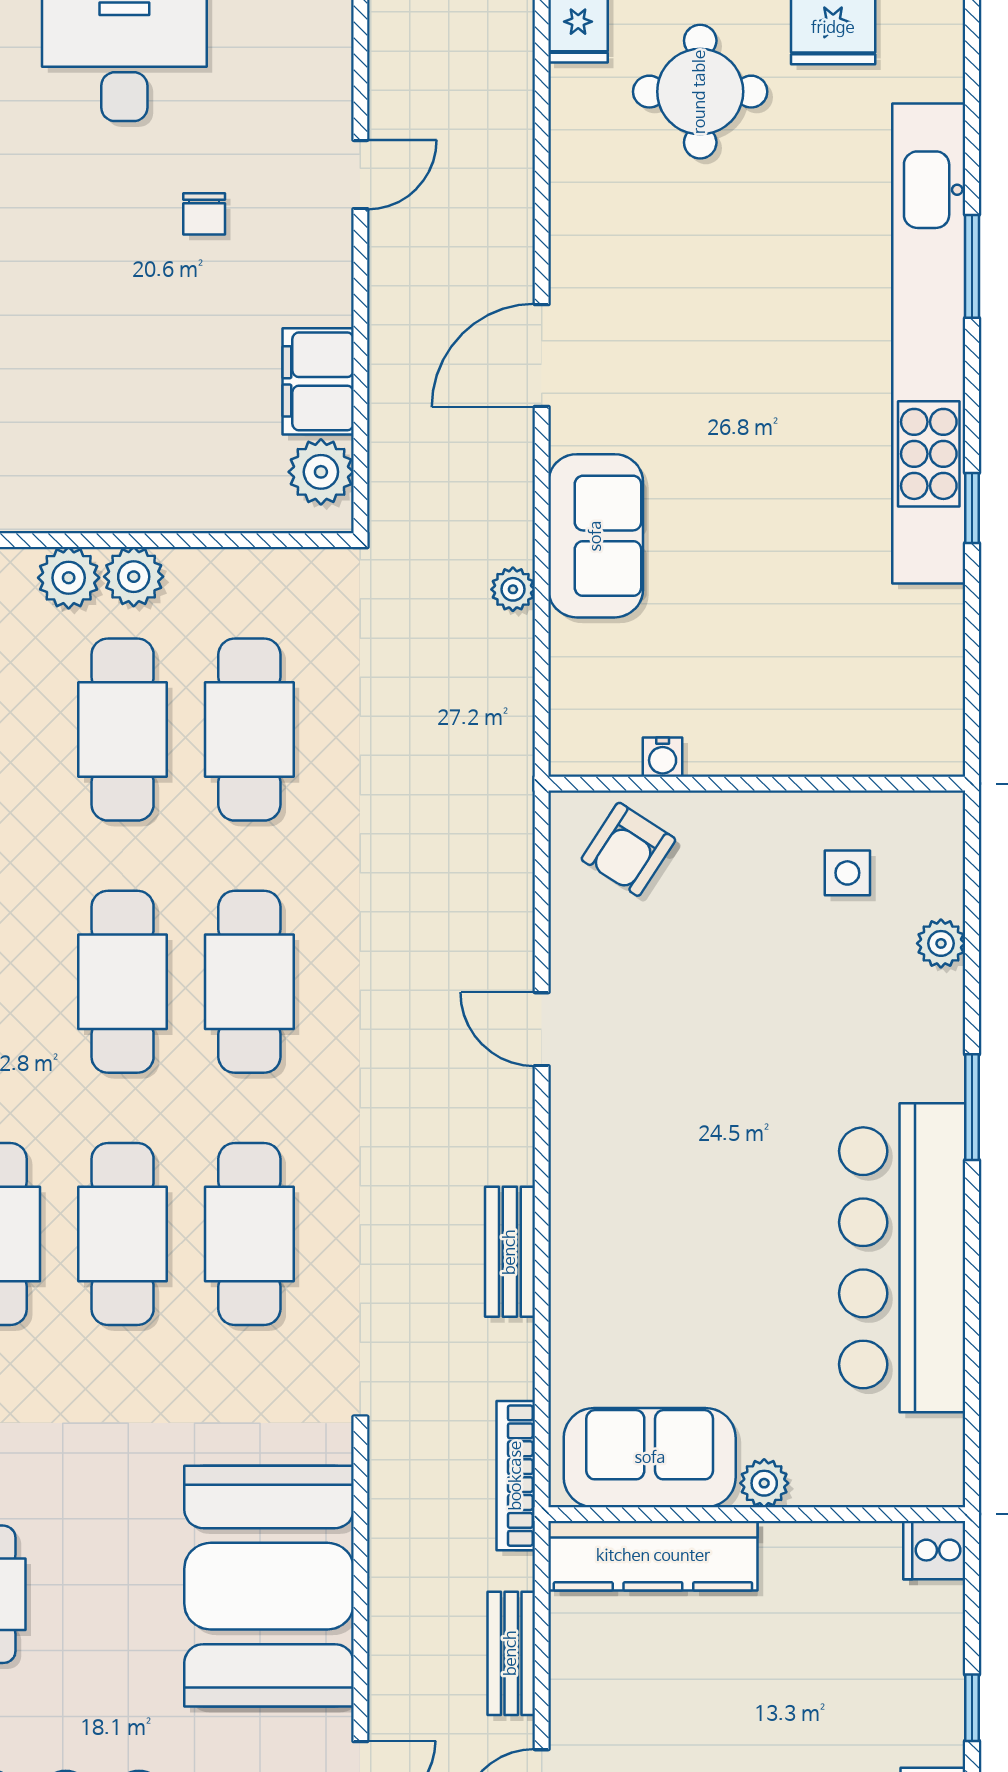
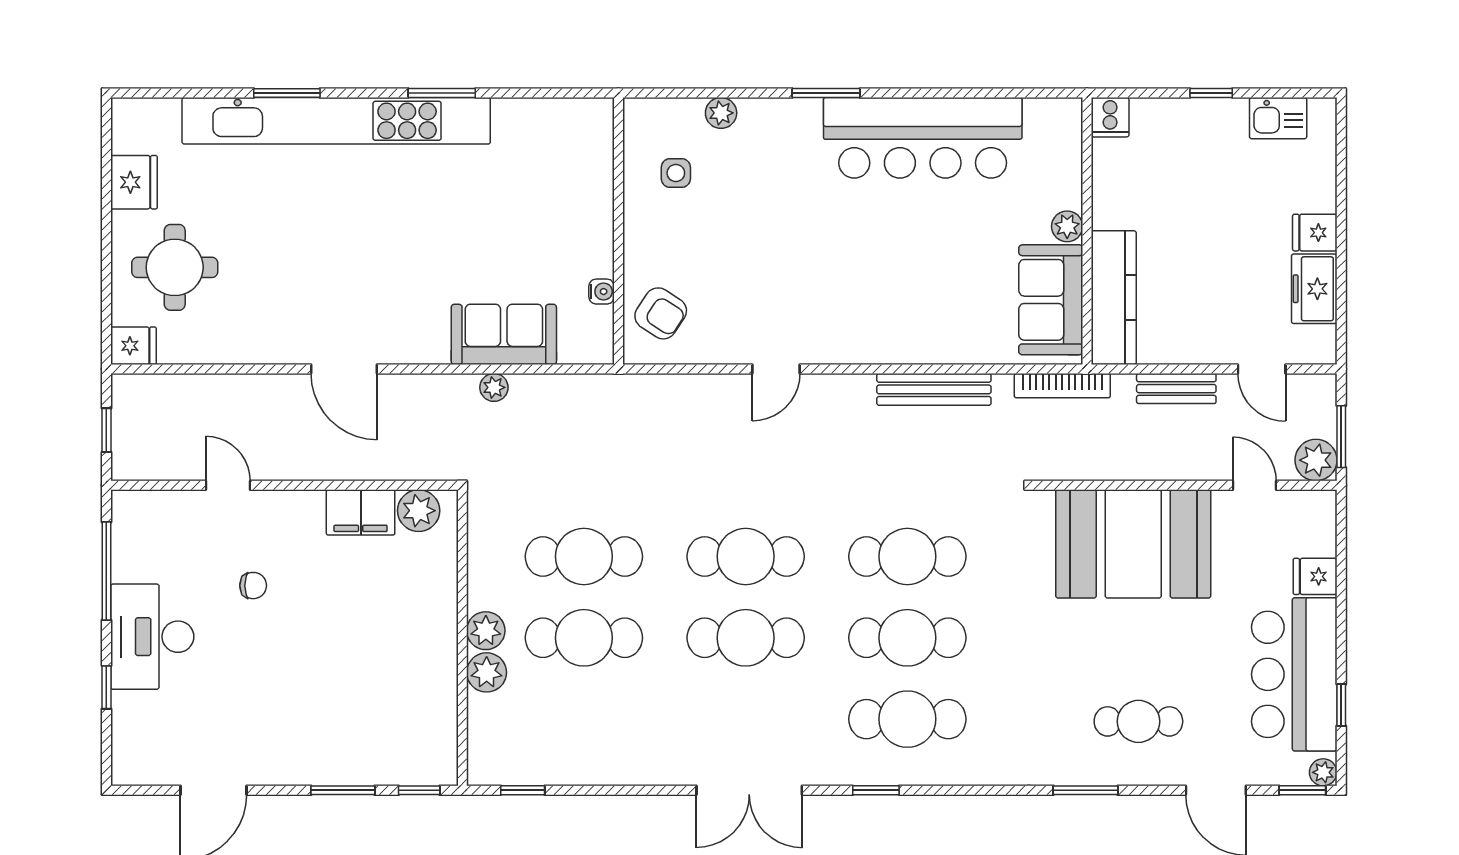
window: (972, 508) -> (442, 93), width x1.50
sofa: (596, 536) -> (504, 334), moved
bench: (510, 1252) -> (934, 389), width x1.36

